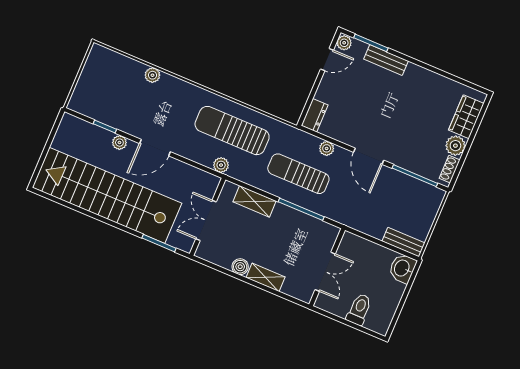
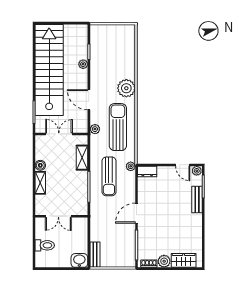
plant: (152, 75) -> (126, 88), moved, width x1.87, depth x1.87
door: (155, 148) -> (89, 100), moved
plant: (327, 148) -> (131, 166), moved
sun lounger: (298, 174) -> (109, 176), turned 180

